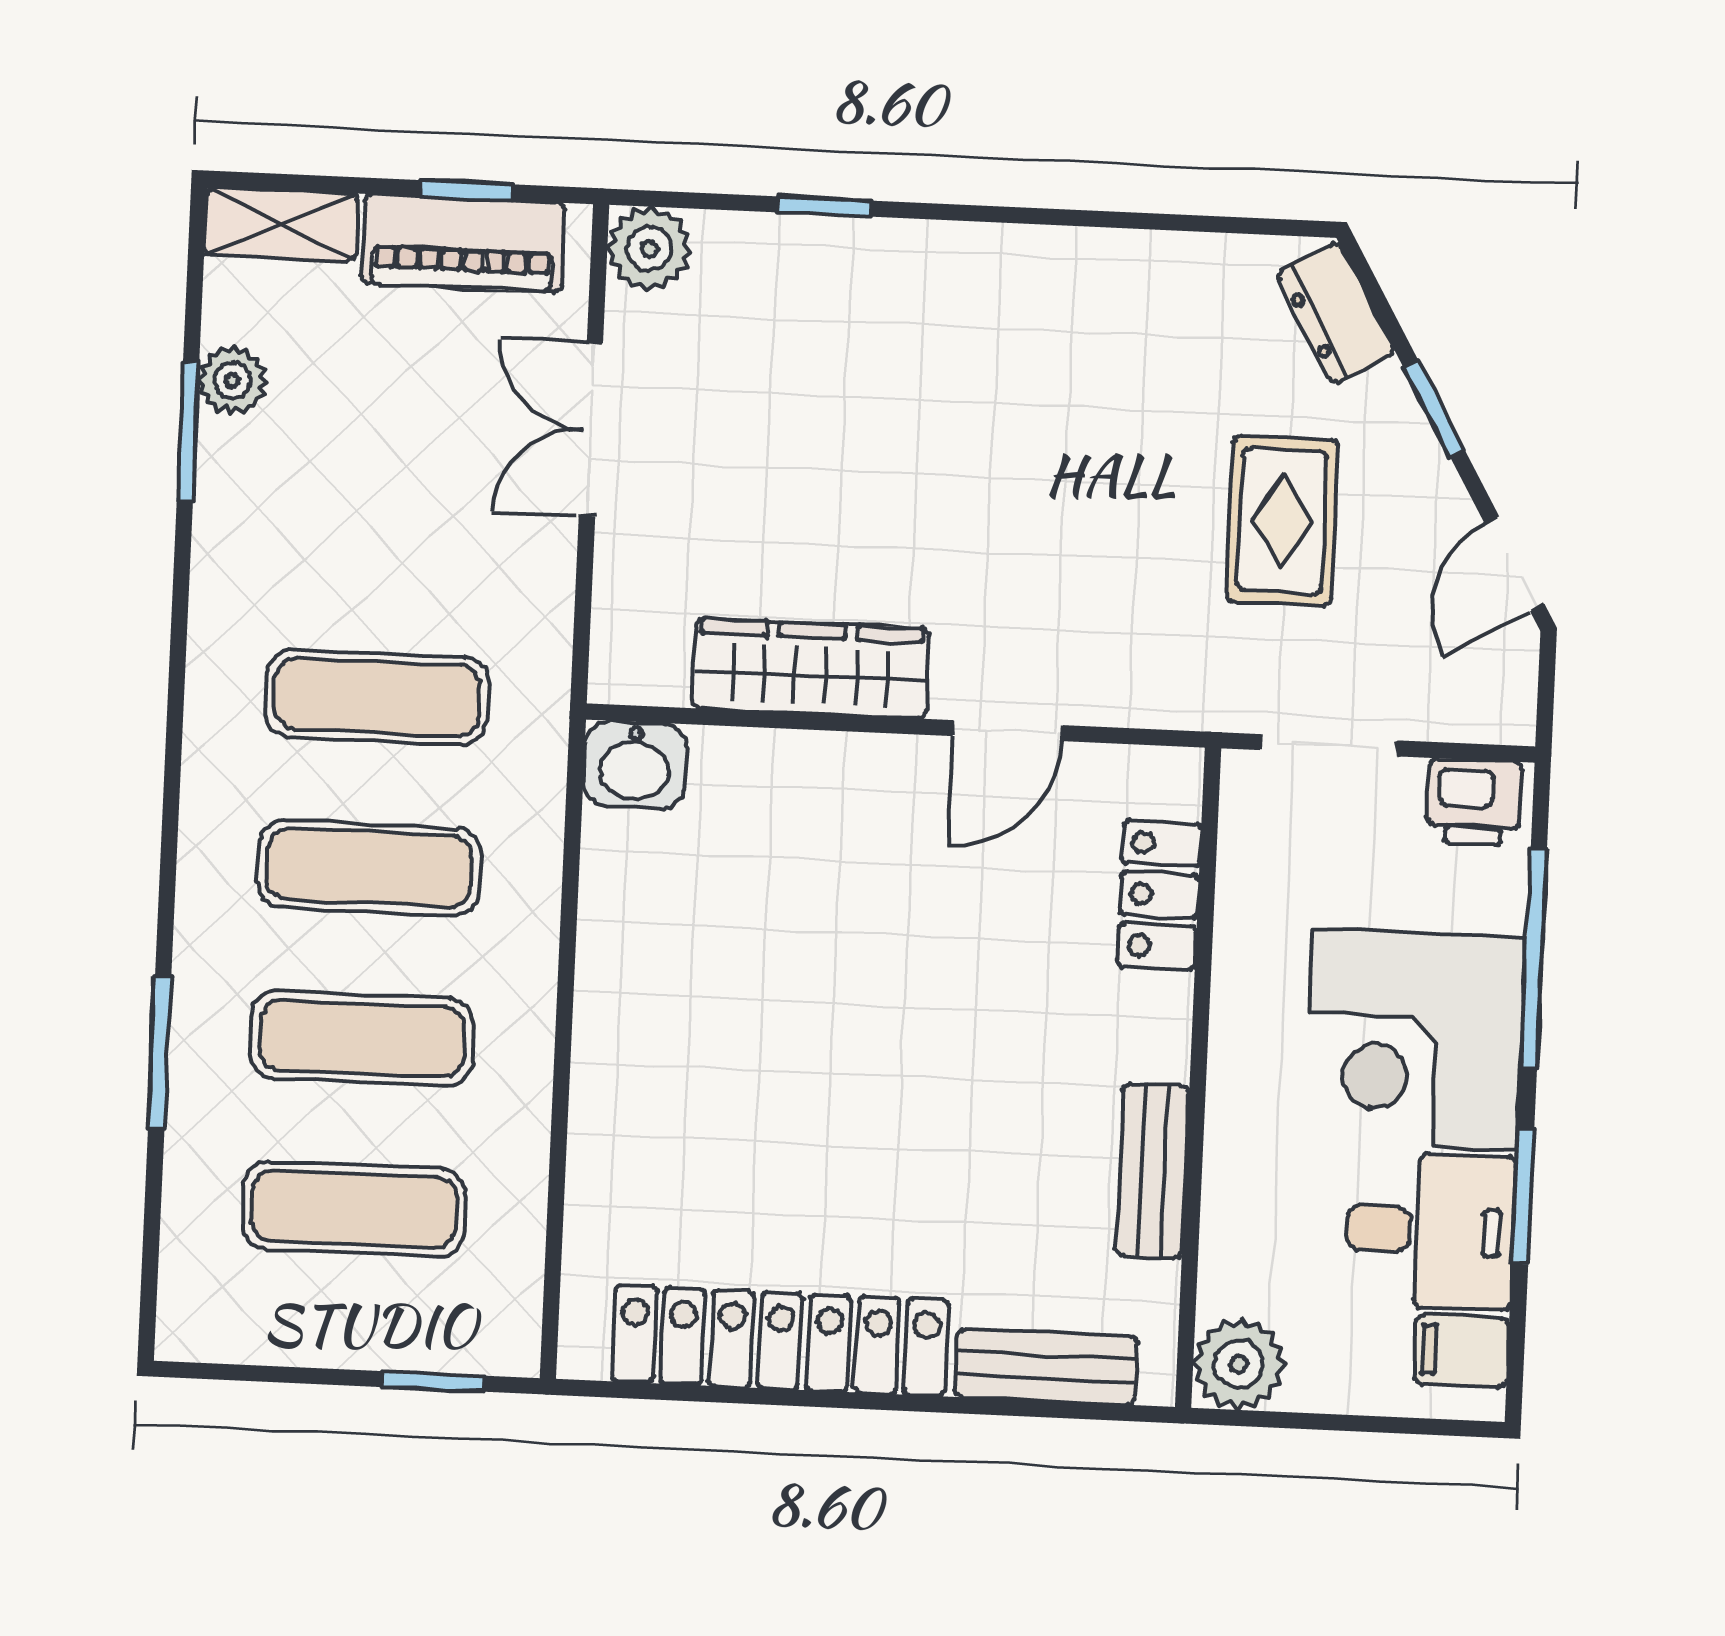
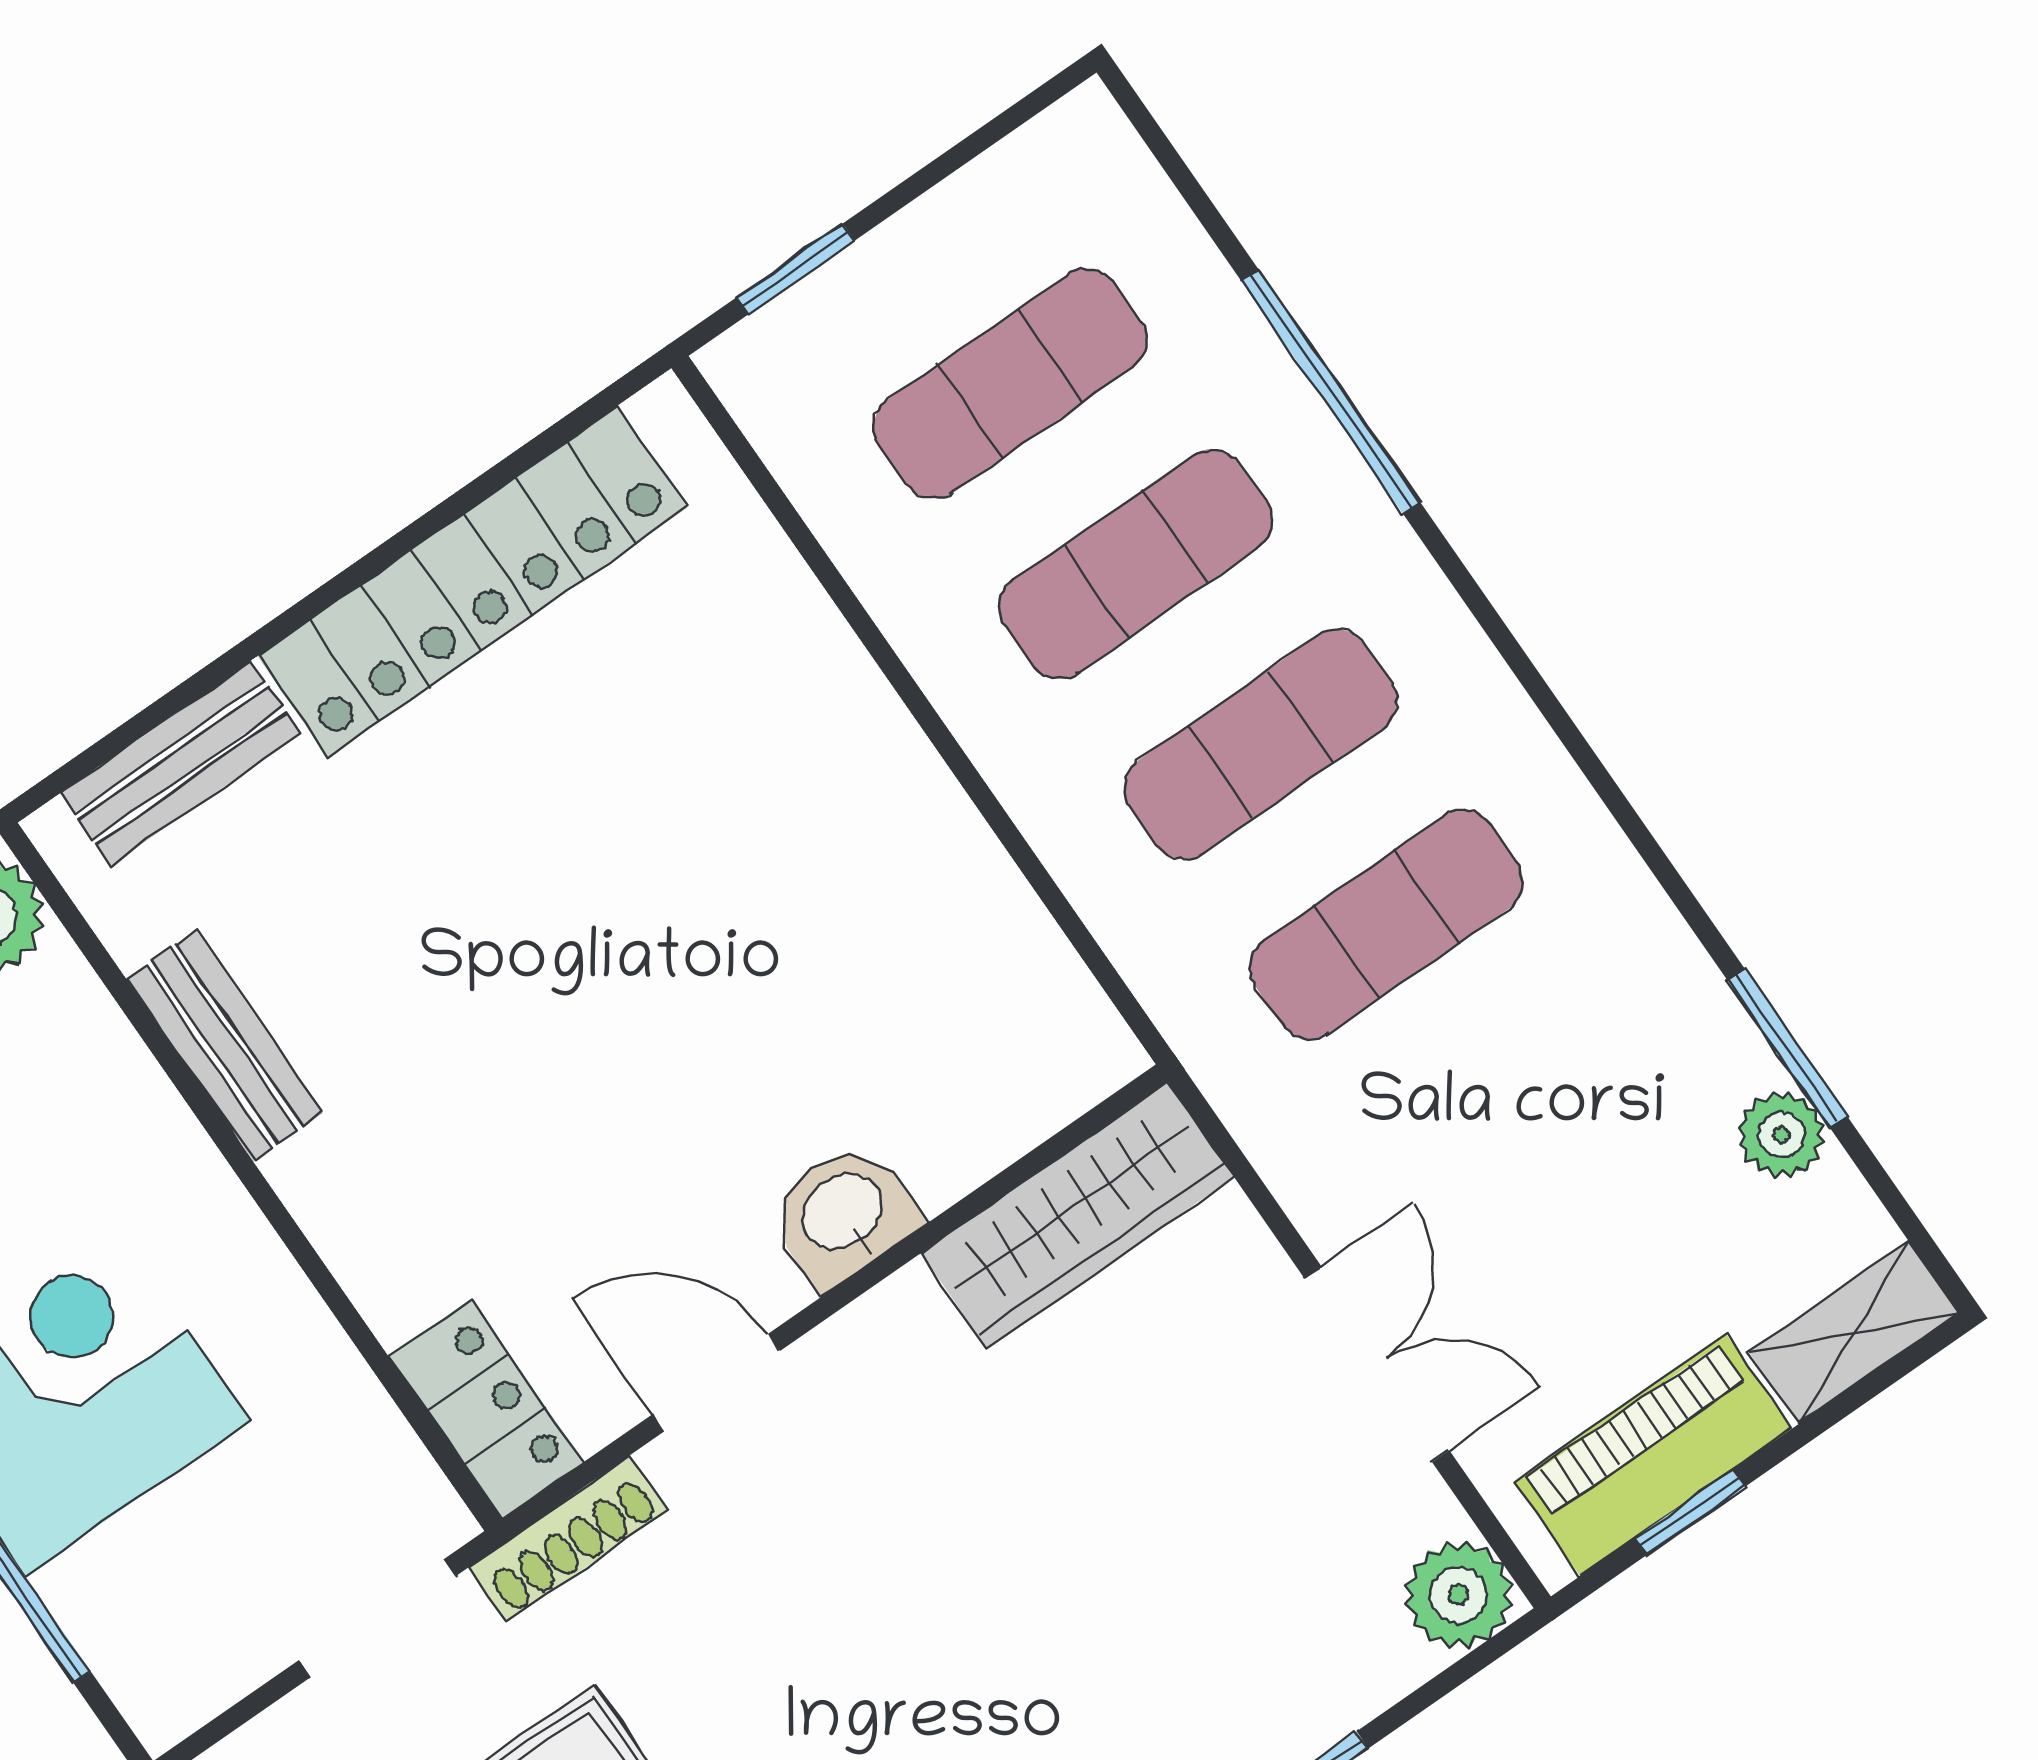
wardrobe: (811, 668) -> (1077, 1215), moved
shoe rack: (1173, 704) -> (568, 1539), added
door: (1008, 731) -> (716, 1383), hinge flipped
washbasin: (635, 765) -> (843, 1214), moved
printer: (1474, 802) -> (184, 1674), removed
locker: (1159, 895) -> (486, 1409), moved
window: (160, 1053) -> (1331, 392), width x1.44

